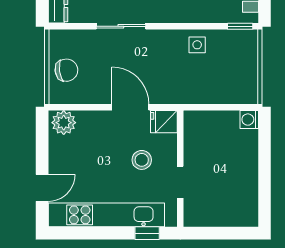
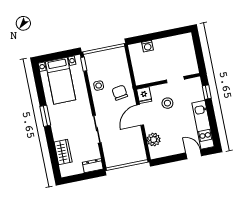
chair: (66, 70) -> (120, 93), moved
washing machine: (249, 120) -> (148, 46), moved
plant: (64, 123) -> (154, 140), moved
kitchen unit: (106, 215) -> (203, 125), width x0.73

